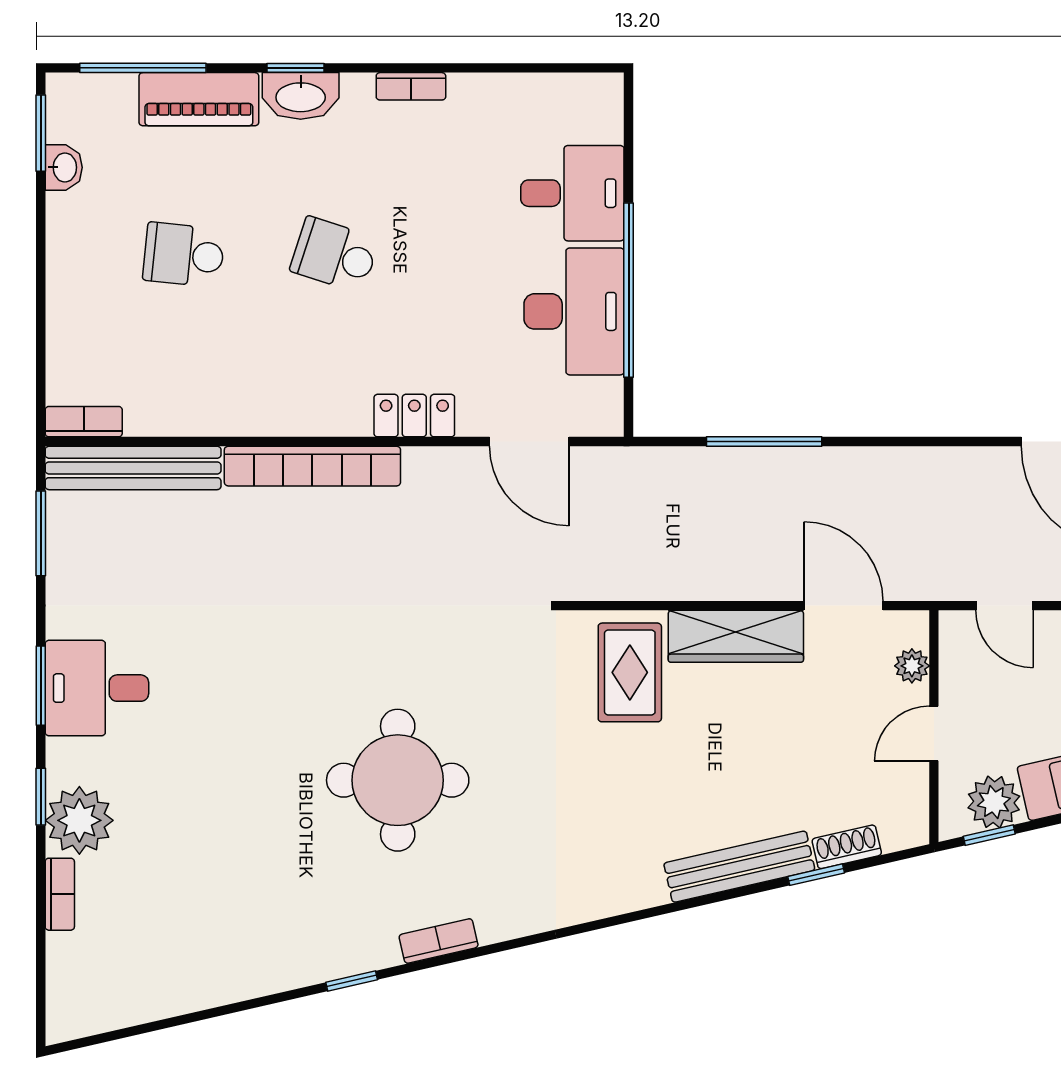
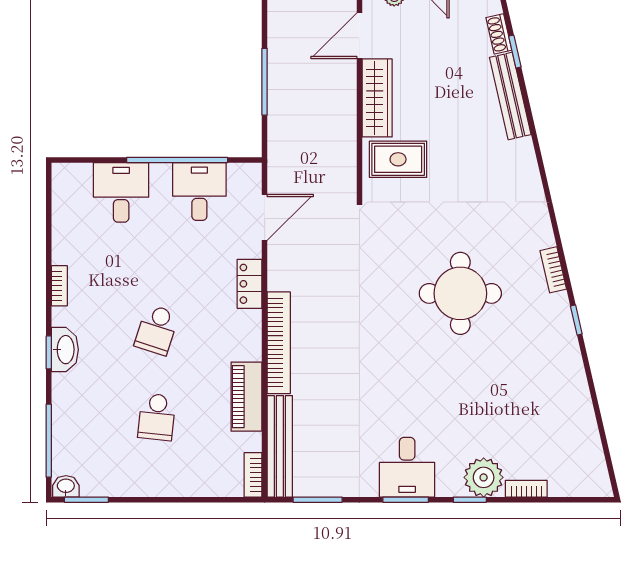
piano: (199, 99) -> (247, 397), moved, turned 180
washbasin: (64, 167) -> (66, 486), moved
desk: (574, 311) -> (199, 192), width x0.73

